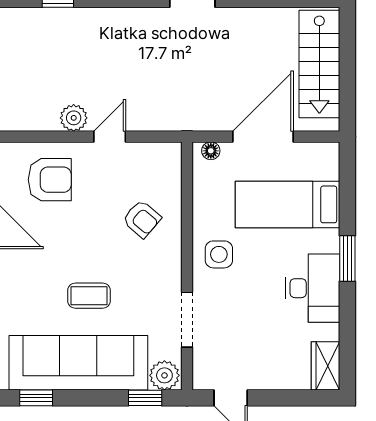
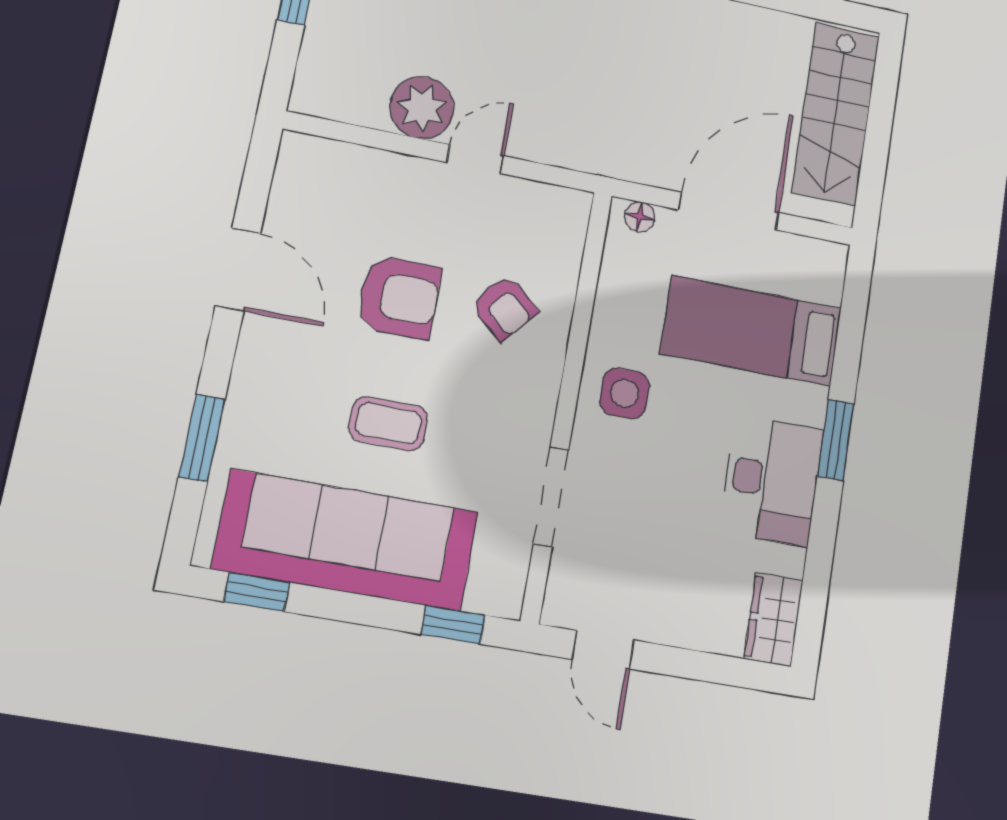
plant: (74, 118) -> (422, 108), width x1.36, depth x1.36
armchair: (50, 180) -> (399, 297), moved
plant: (164, 375) -> (495, 589), removed

